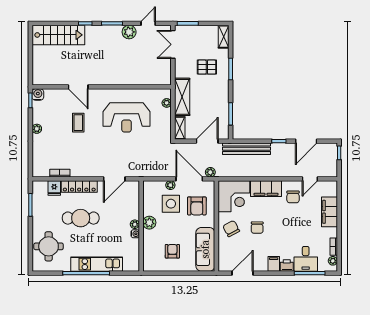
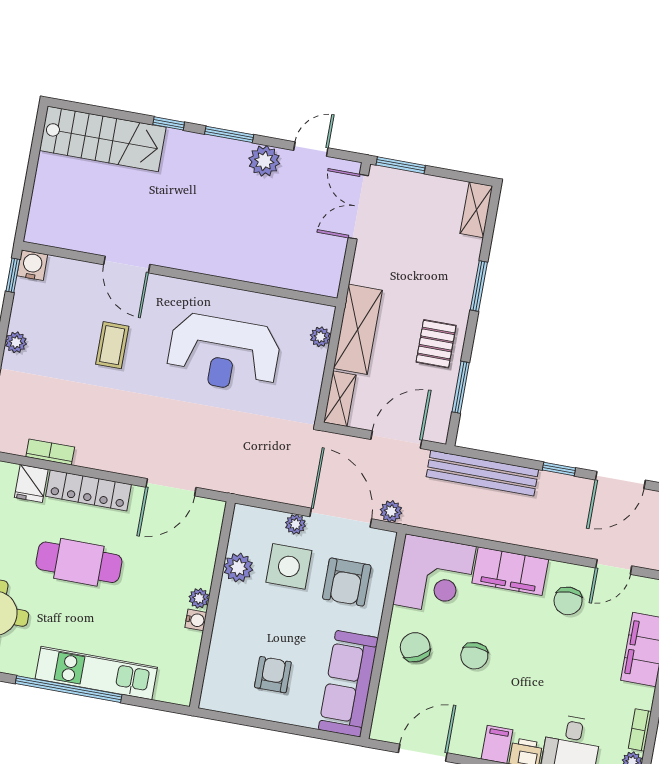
pallet: (207, 67) -> (436, 344), moved, turned 90
plant: (149, 223) -> (238, 568), moved

